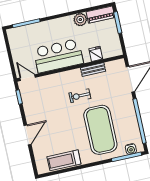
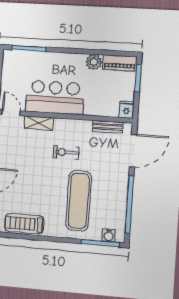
fridge: (96, 54) -> (127, 110), moved
bench: (93, 70) -> (108, 127), moved
shelving: (52, 79) -> (39, 123), added
exercise mat: (100, 130) -> (79, 201), width x0.68

